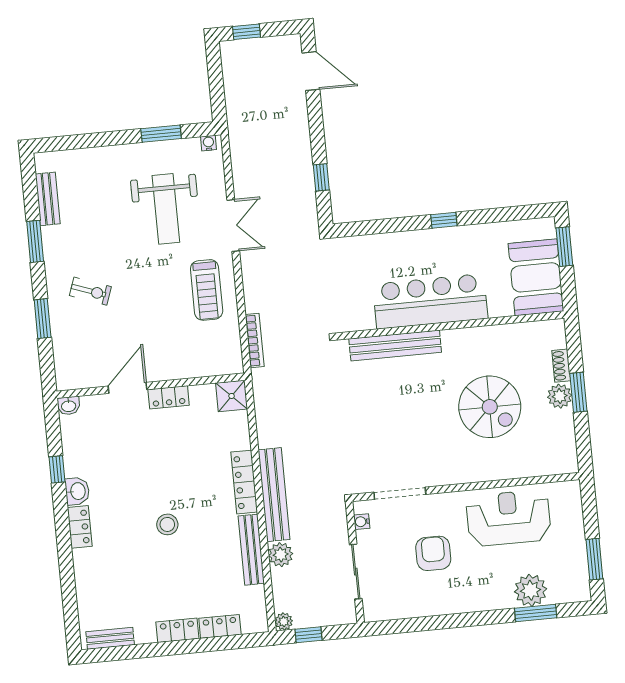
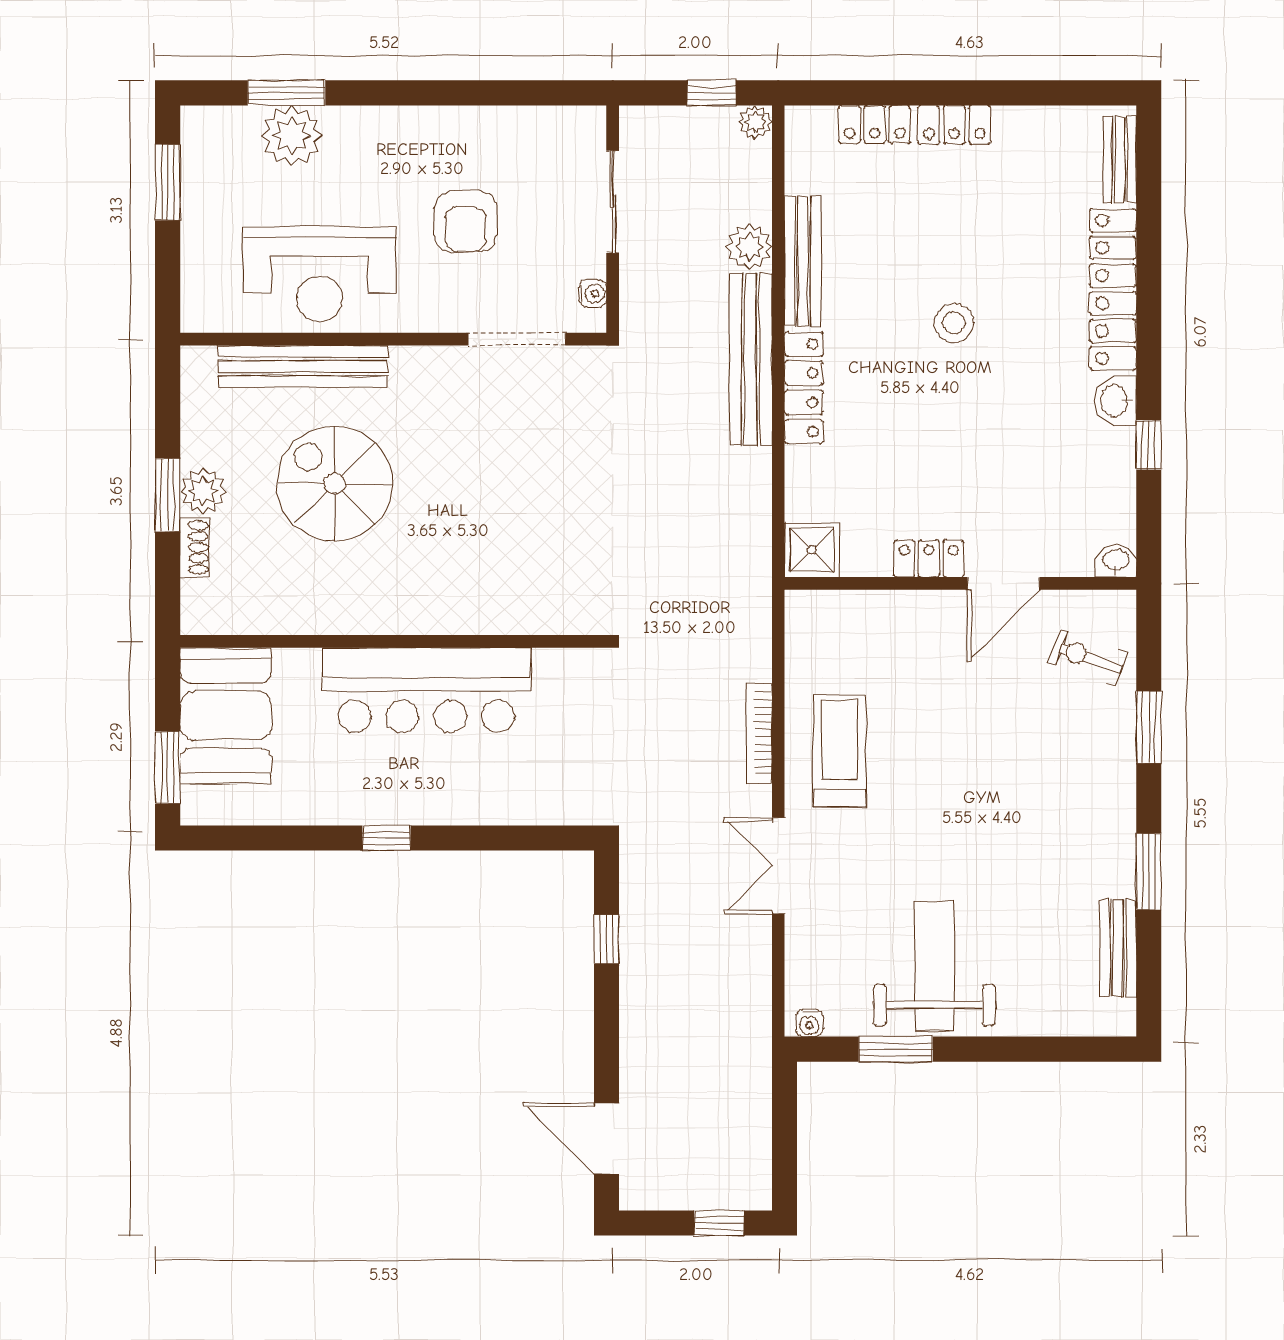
weight bench: (166, 209) -> (934, 966), moved
exercise bike: (90, 291) -> (1088, 658), moved
bookcase: (255, 341) -> (759, 733), moved
bench: (395, 346) -> (303, 366), moved
locker: (80, 527) -> (1113, 289), width x2.16, depth x1.21
bench: (110, 638) -> (1120, 160), moved, turned 90

